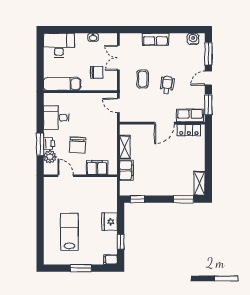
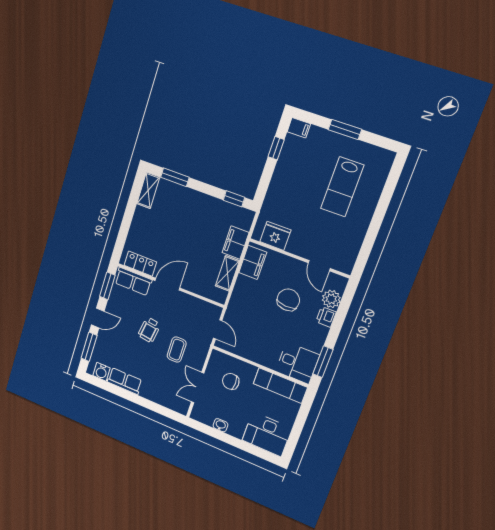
row of seats: (155, 39) -> (125, 381), moved
double door: (118, 58) -> (198, 388), swing flipped
desk: (56, 118) -> (298, 363), moved
window: (40, 144) -> (323, 362), moved
filing cabinet: (97, 168) -> (253, 262), moved, turned -90
fridge: (110, 222) -> (275, 236), moved, turned -90

